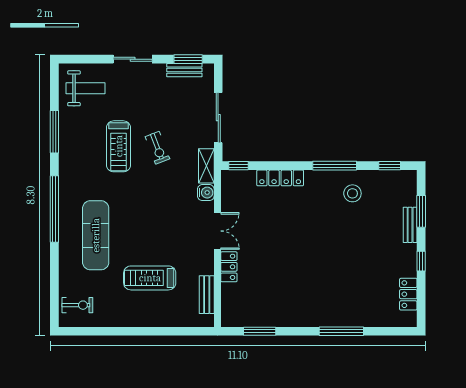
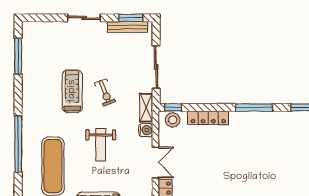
bench: (184, 70) -> (128, 27), width x1.36
weight bench: (86, 88) -> (101, 145), moved, turned 90
window: (54, 132) -> (18, 56), moved
treadmill: (119, 146) -> (72, 91), turned 180
stool: (352, 193) -> (173, 120), moved

